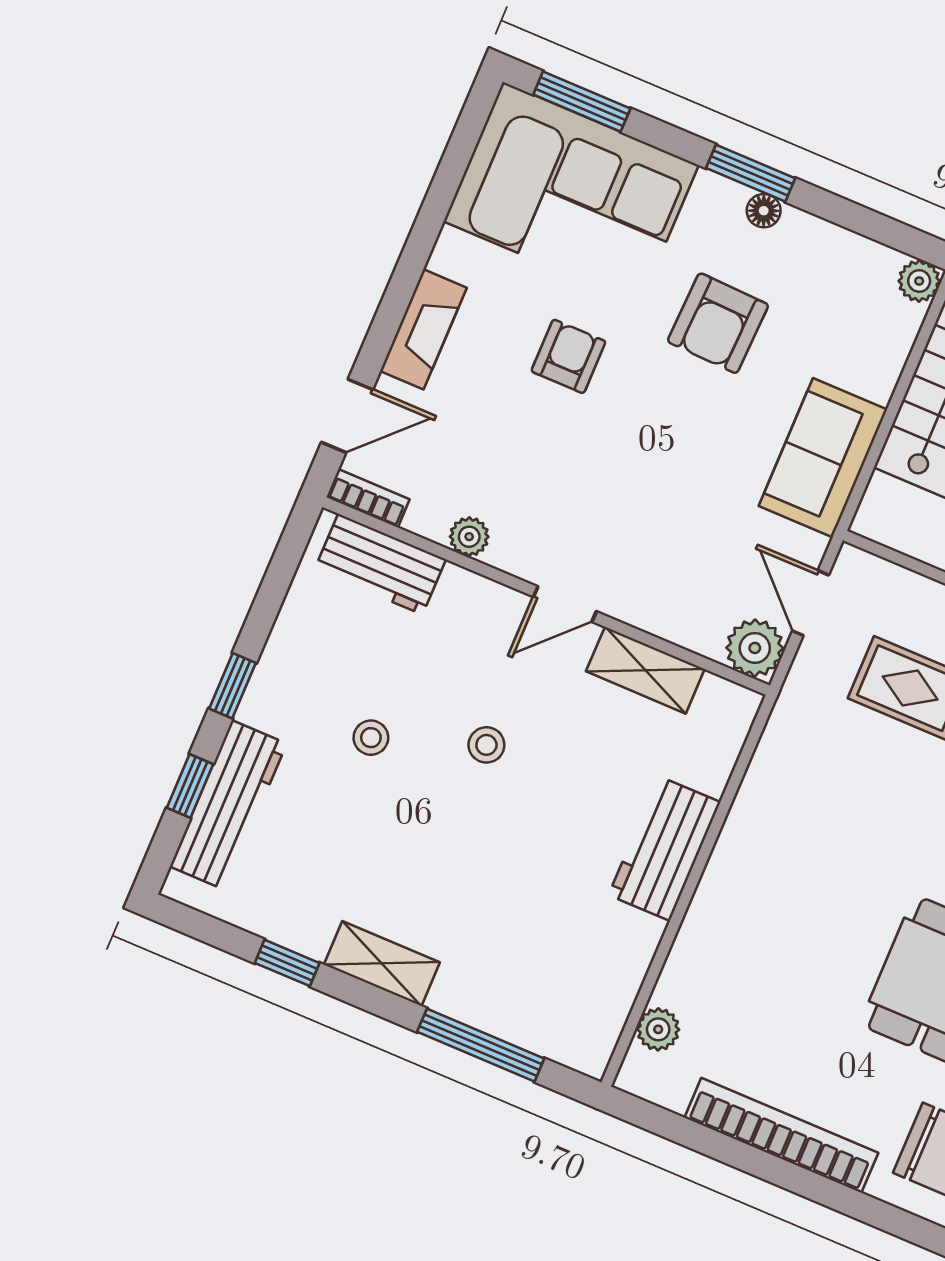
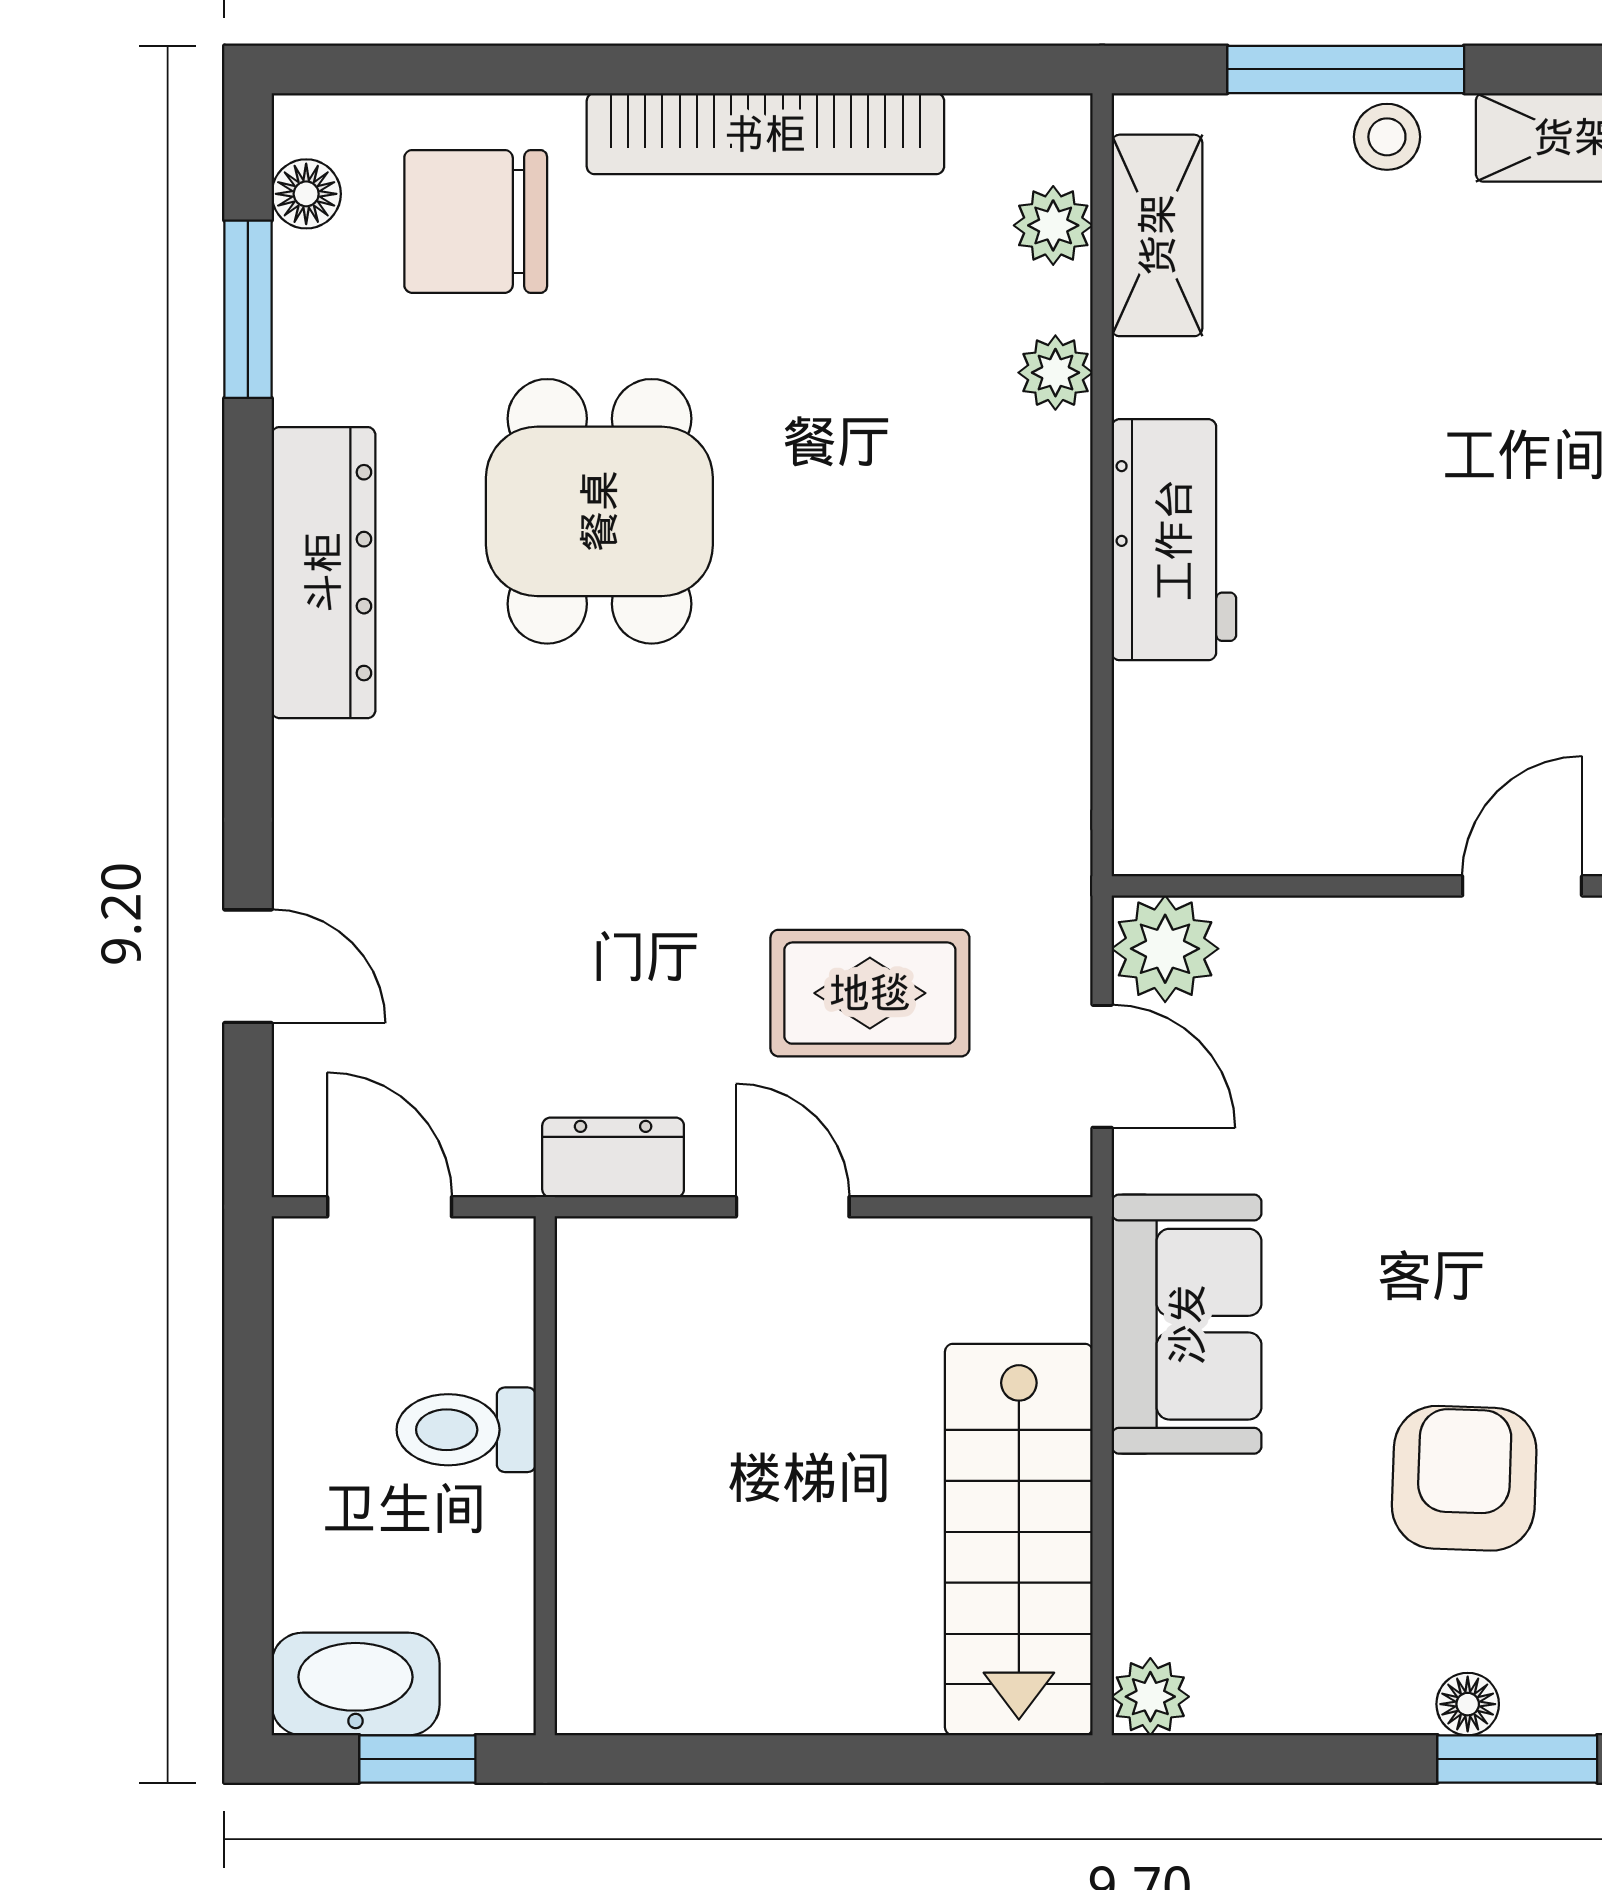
shelving: (645, 670) -> (1157, 235), moved, turned 90
stool: (486, 745) -> (1387, 137), moved
plant: (688, 956) -> (1055, 373), added

